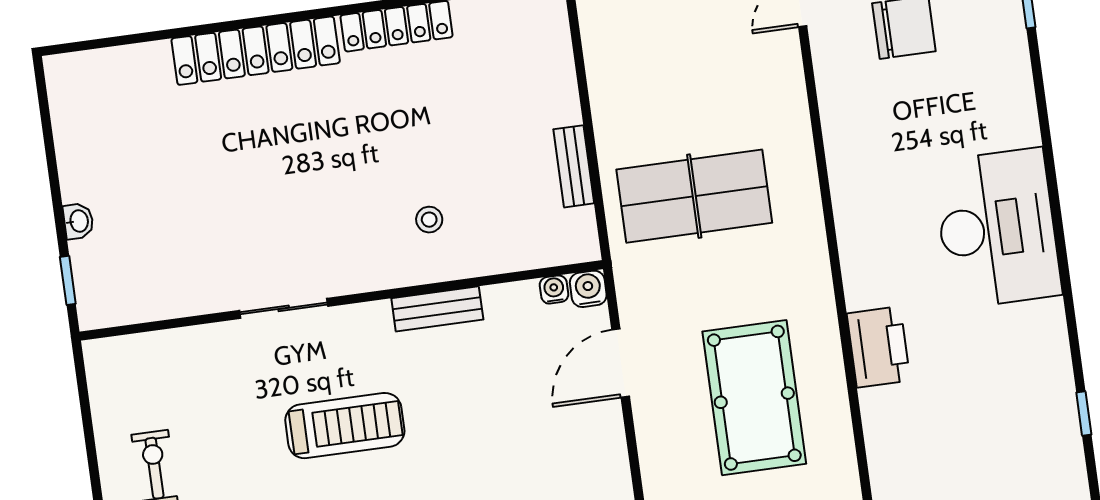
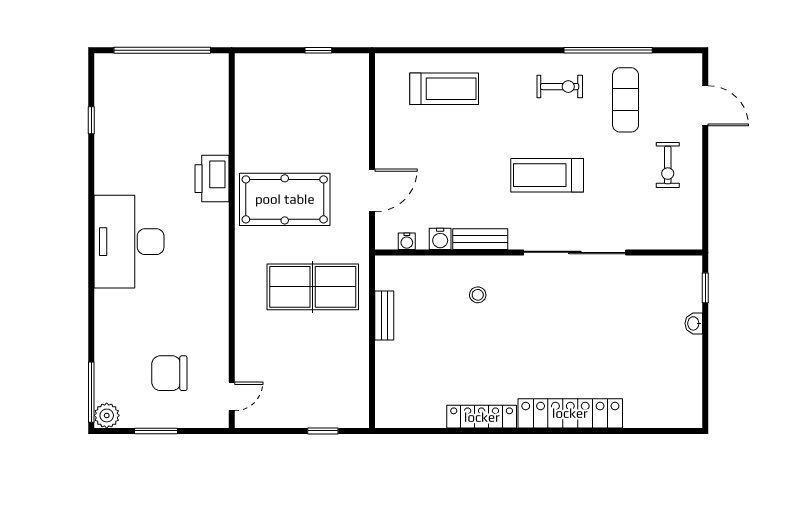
water cooler: (588, 289) -> (440, 239), moved
sliding door: (284, 308) -> (575, 252), width x1.86
pool table: (754, 398) -> (285, 199), moved, turned 90

